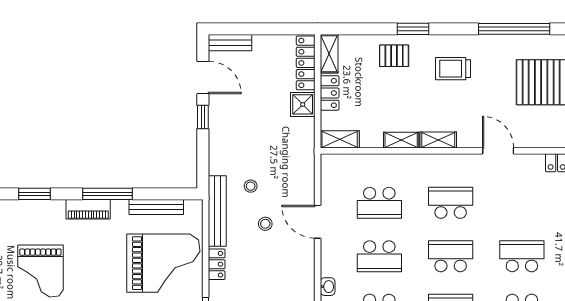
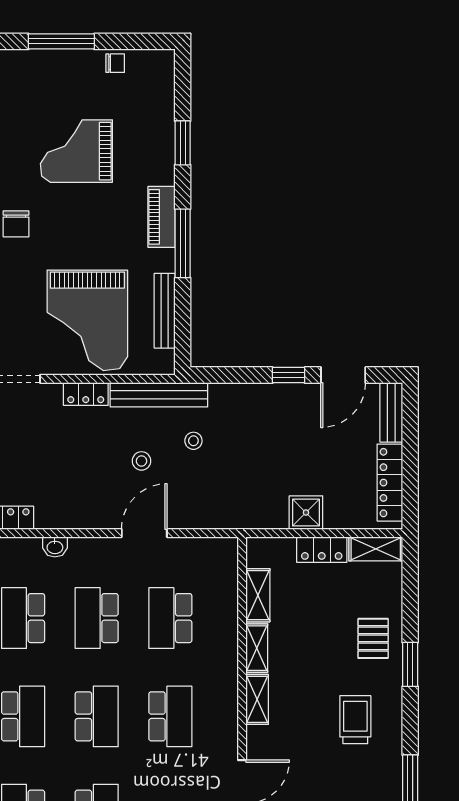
locker: (306, 63) -> (390, 483), moved, turned -90
shelving: (340, 139) -> (258, 595), moved

